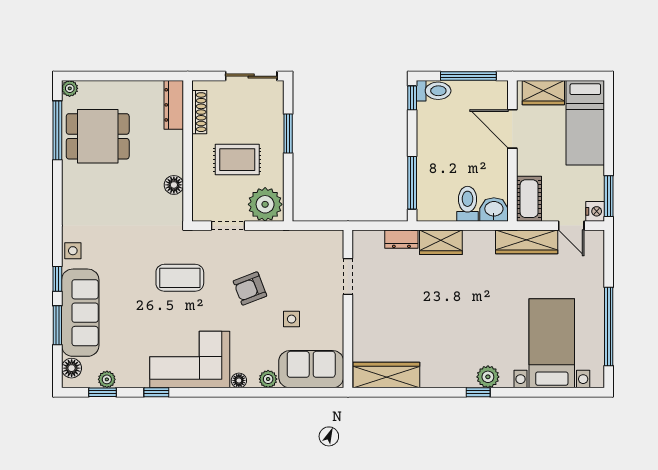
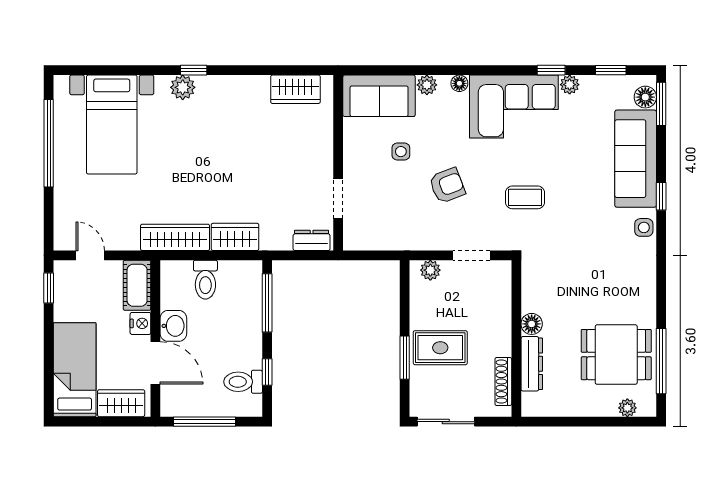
plant: (70, 88) -> (627, 408), moved
toilet: (434, 91) -> (243, 382), moved
window: (412, 98) -> (267, 372), moved
dresser: (174, 105) -> (532, 364), moved
rug: (237, 160) -> (440, 348), moved
floor lamp: (174, 185) -> (532, 324), moved
window: (609, 196) -> (49, 288), width x0.67
plant: (265, 204) -> (430, 270), width x0.53, depth x0.53
washbasin: (494, 209) -> (173, 326), moved, turned -90
nightstand: (595, 211) -> (140, 323), moved, turned 180
dresser: (401, 239) -> (312, 240), moved
wardrobe: (527, 242) -> (175, 237), moved
coffee table: (180, 278) -> (525, 197), width x0.73, depth x0.77
window: (57, 325) -> (661, 104), moved
wardrobe: (386, 375) -> (295, 89), width x0.67
plant: (107, 379) -> (570, 85), moved

